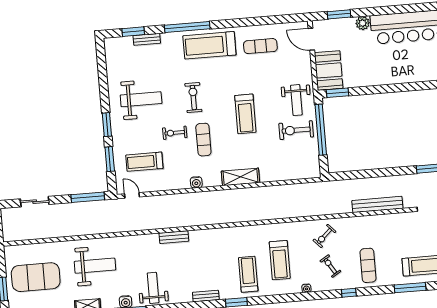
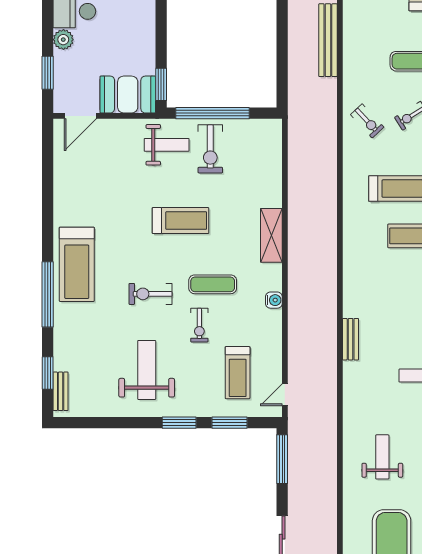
bench: (147, 39) -> (61, 391), moved
exercise mat: (260, 46) -> (84, 190), removed
weight bench: (95, 266) -> (382, 457), width x0.73, depth x0.75

